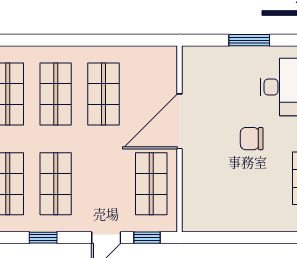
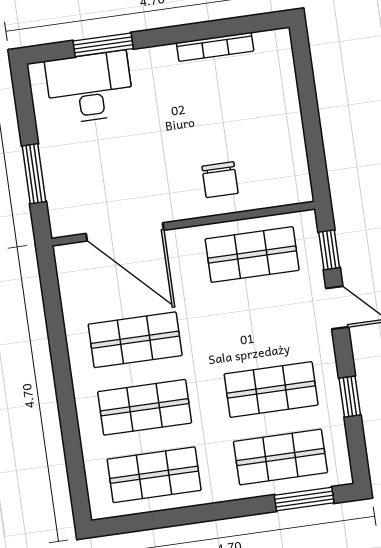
window: (249, 40) -> (34, 174), moved
door: (179, 121) -> (125, 232), moved
chair: (252, 139) -> (220, 180), moved

